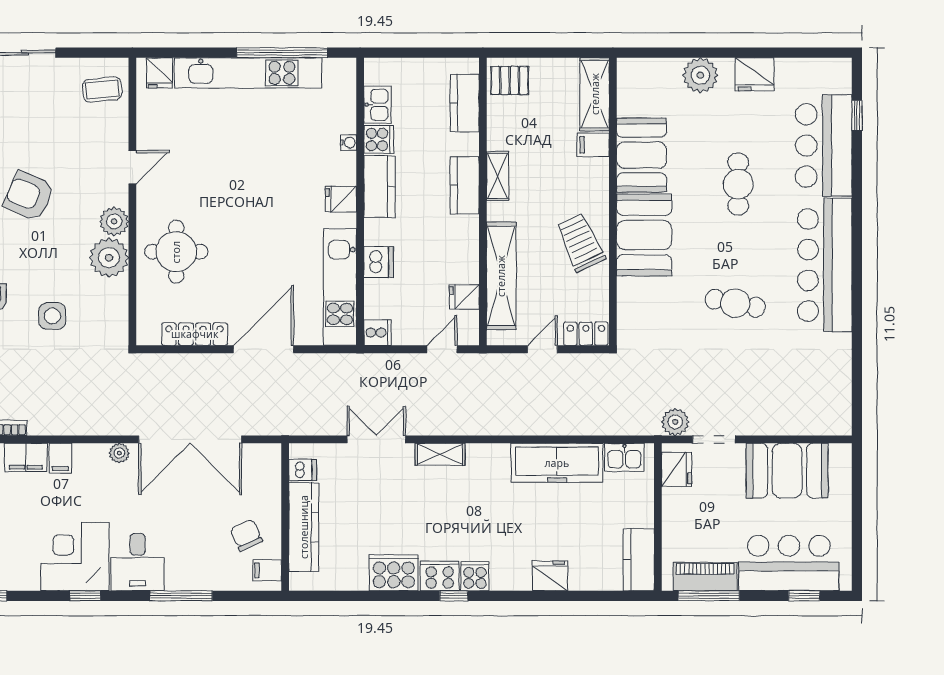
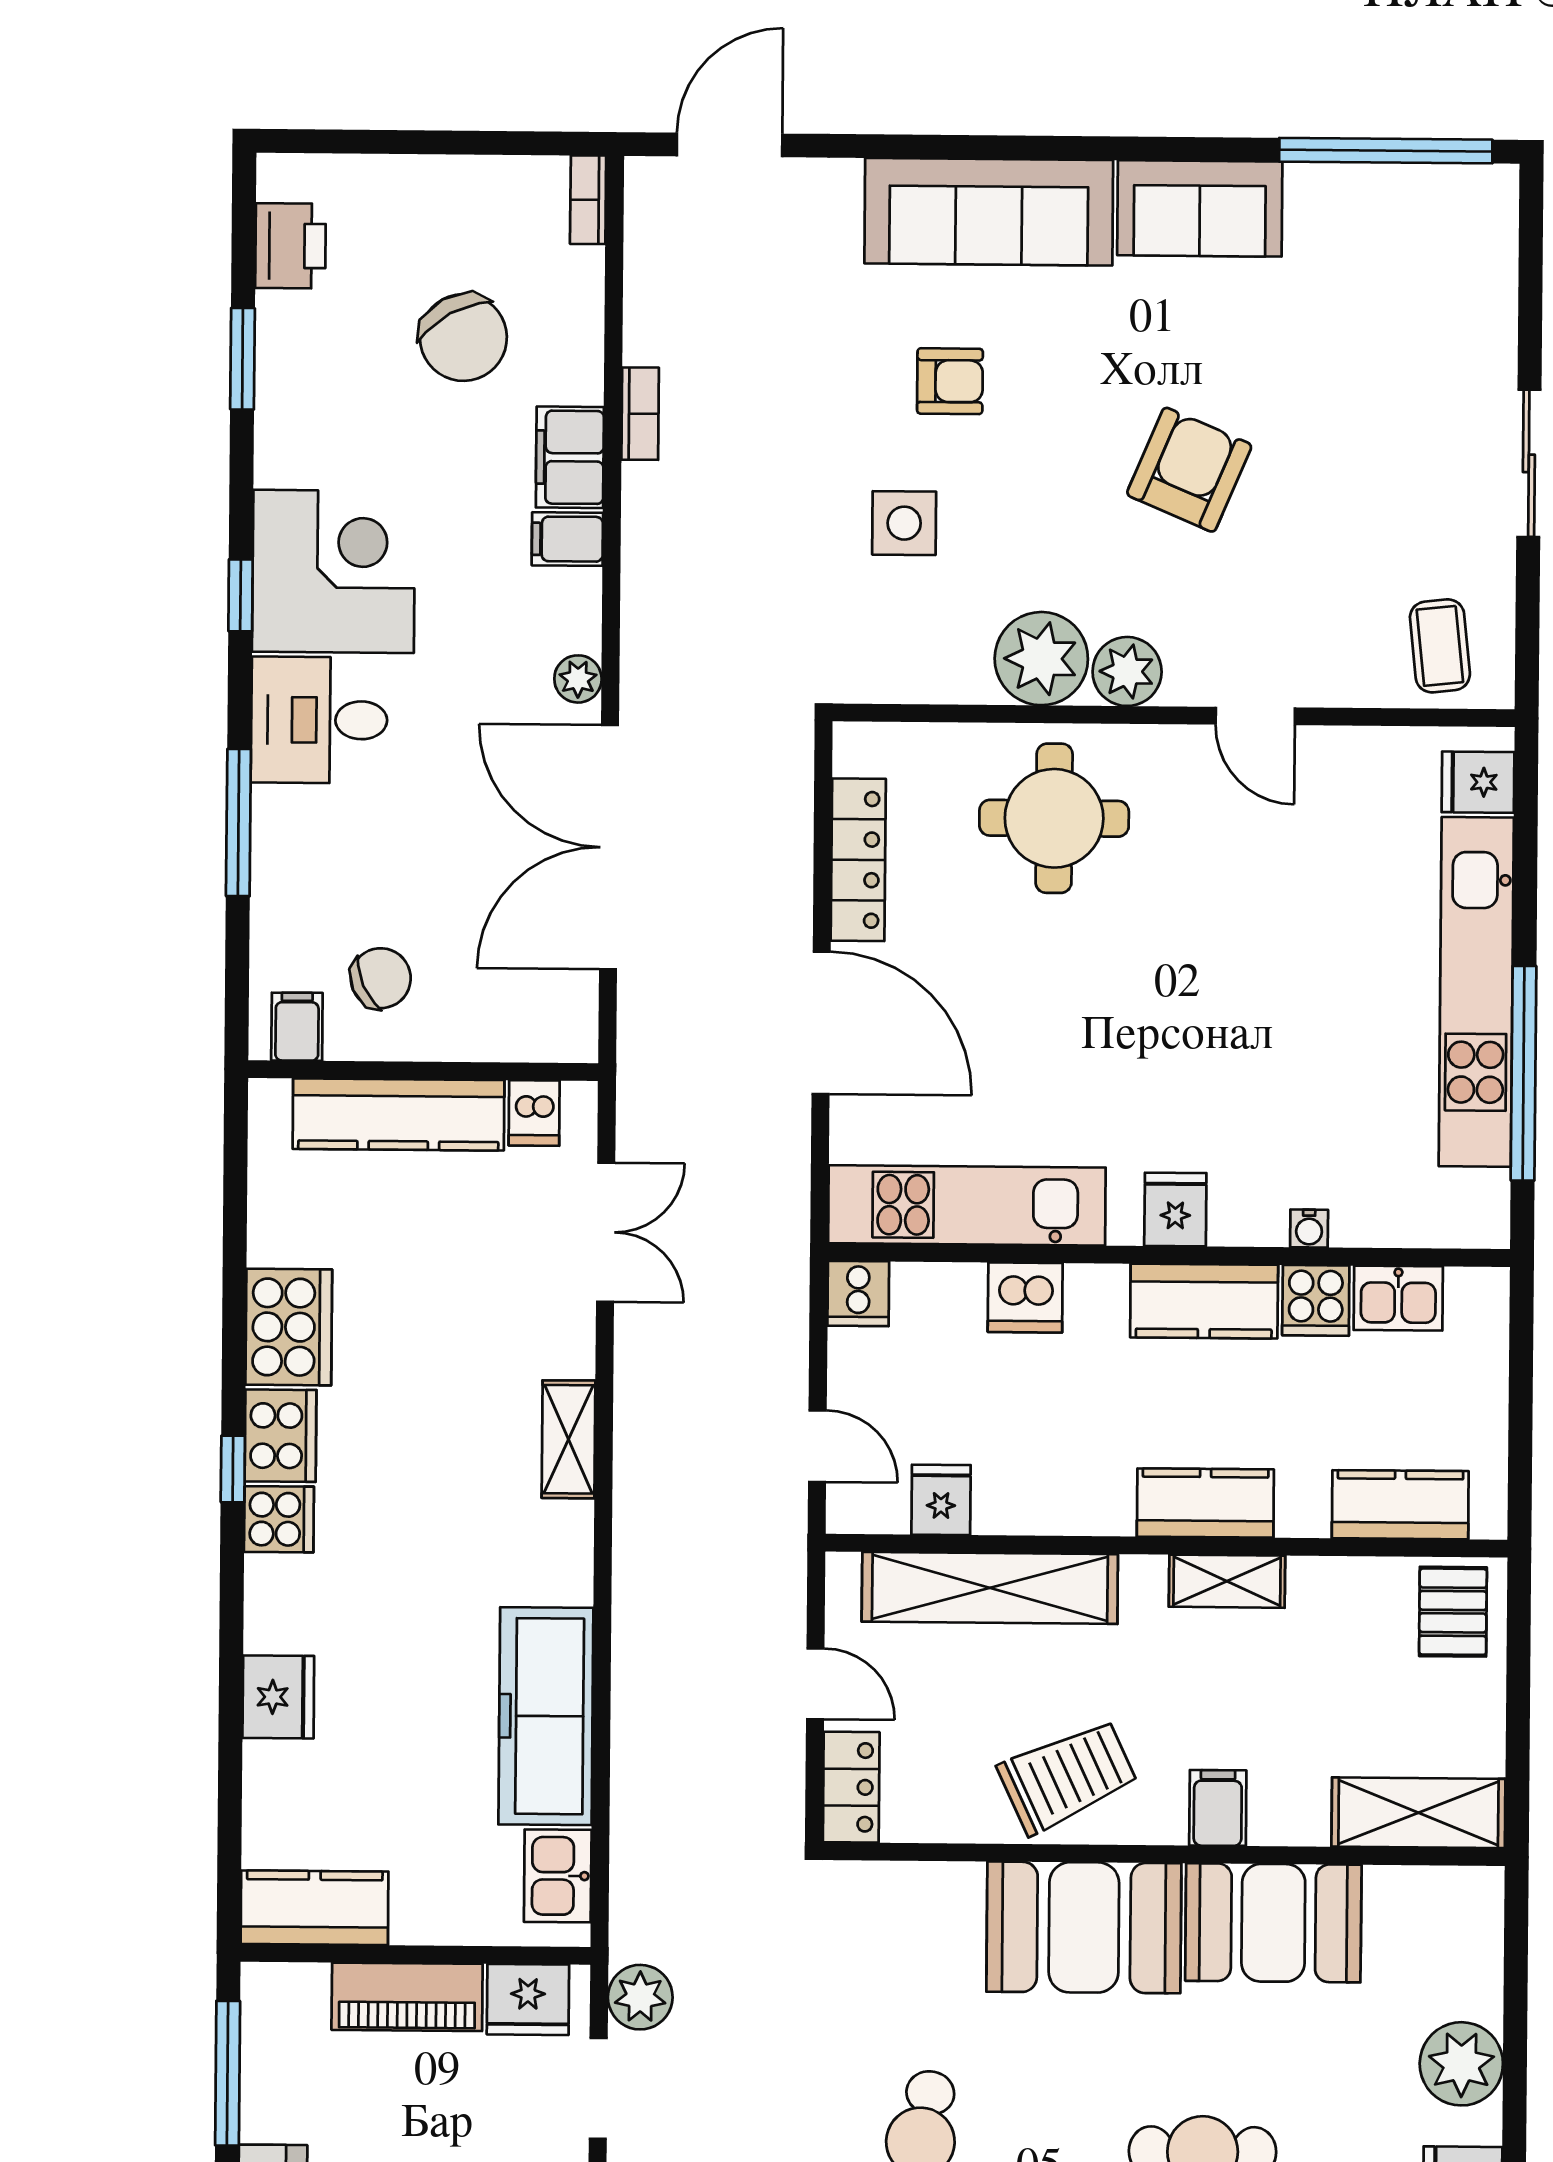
filing cabinet: (593, 145) -> (1218, 1808), moved
double door: (376, 439) -> (606, 1232), moved
piano: (705, 577) -> (407, 1997), moved, turned 90

